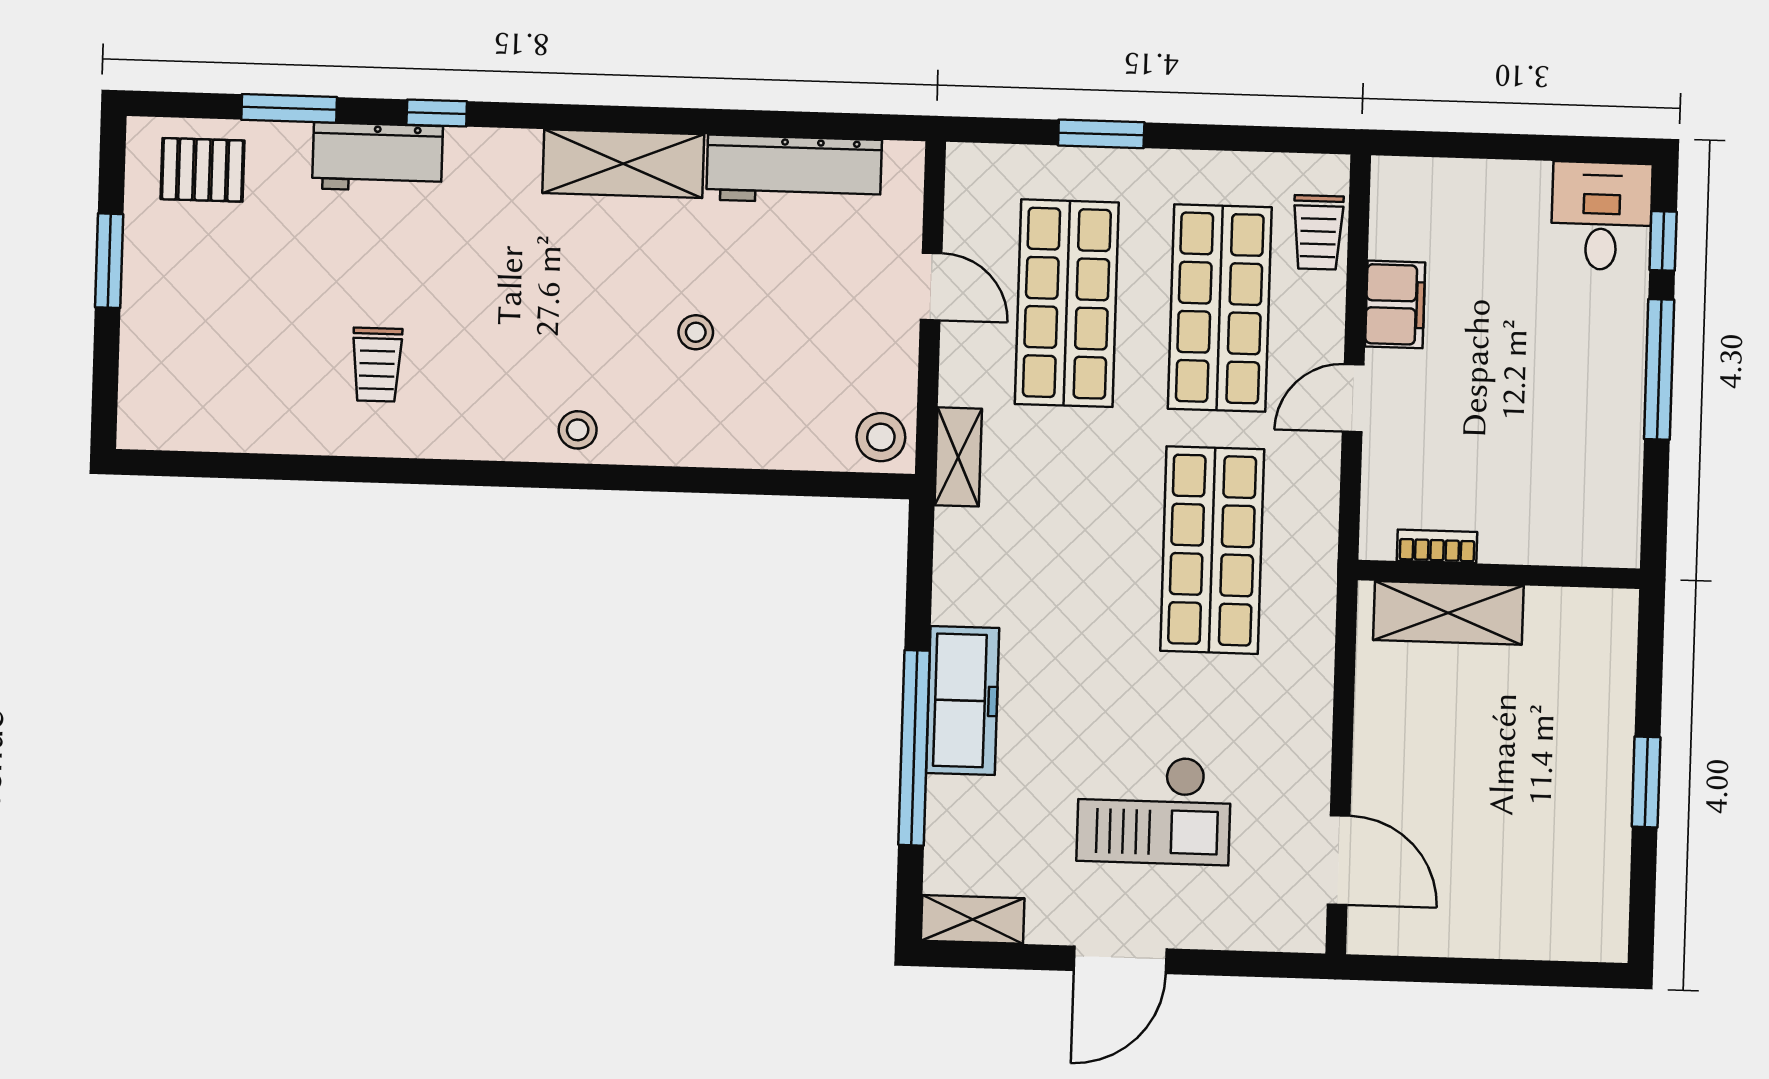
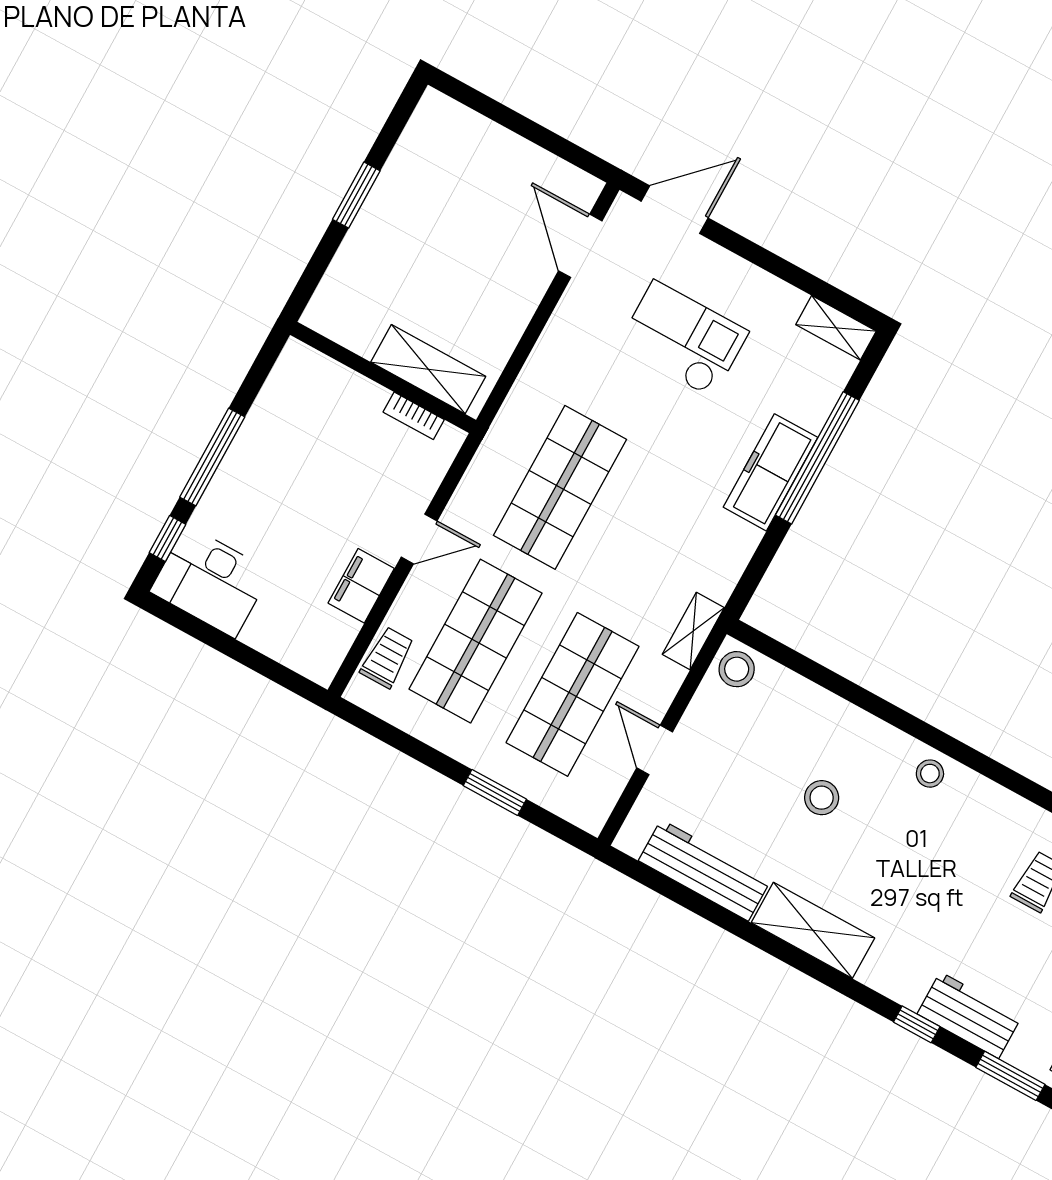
desk: (1601, 216) -> (211, 581), width x1.37
stool: (696, 332) -> (822, 798), width x1.37, depth x1.37
door: (1120, 960) -> (675, 210), moved

